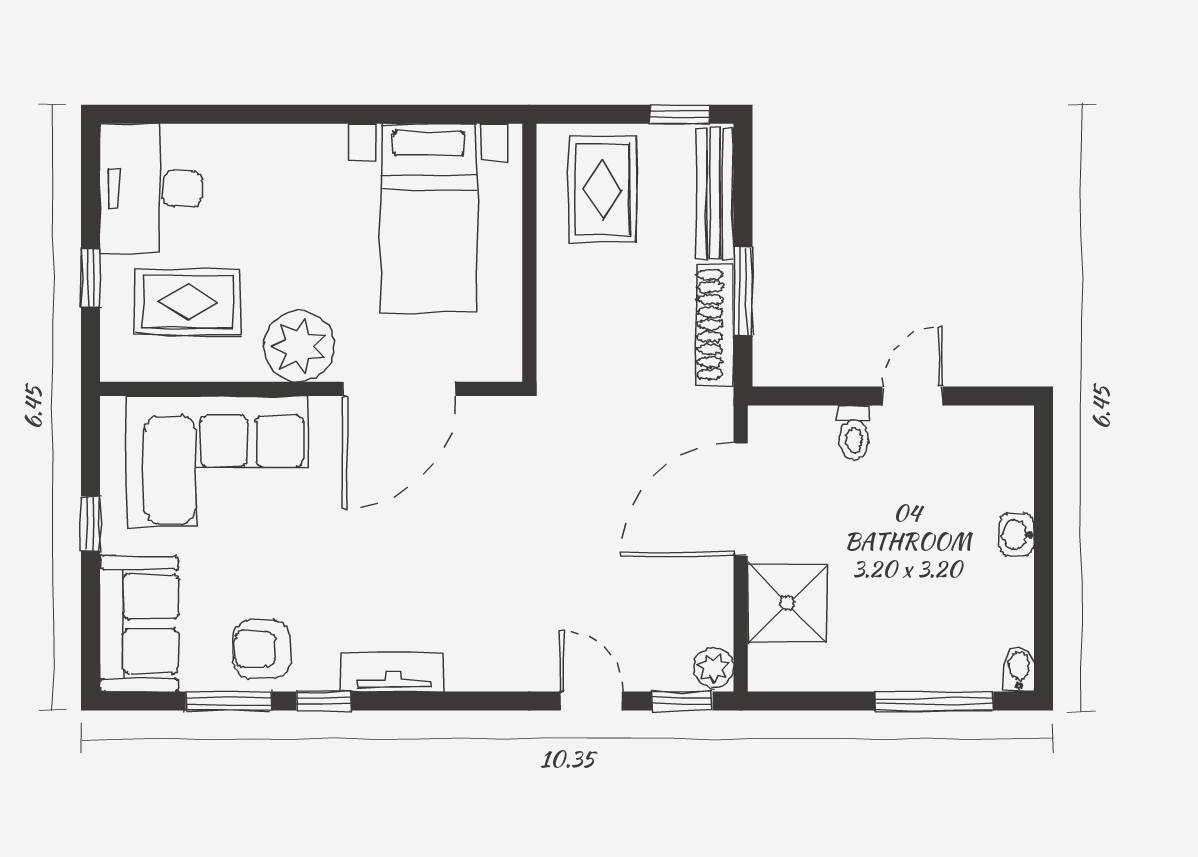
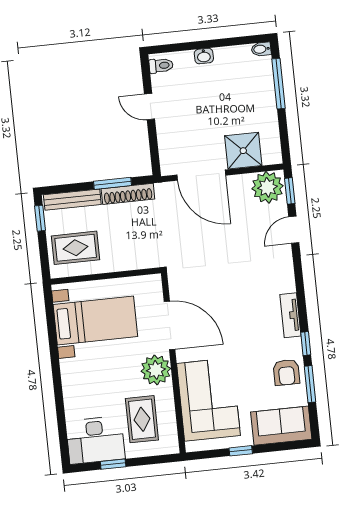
window: (90, 278) -> (113, 464), moved
toilet: (854, 433) -> (161, 66), moved
plant: (714, 668) -> (268, 187), width x1.87, depth x1.87

